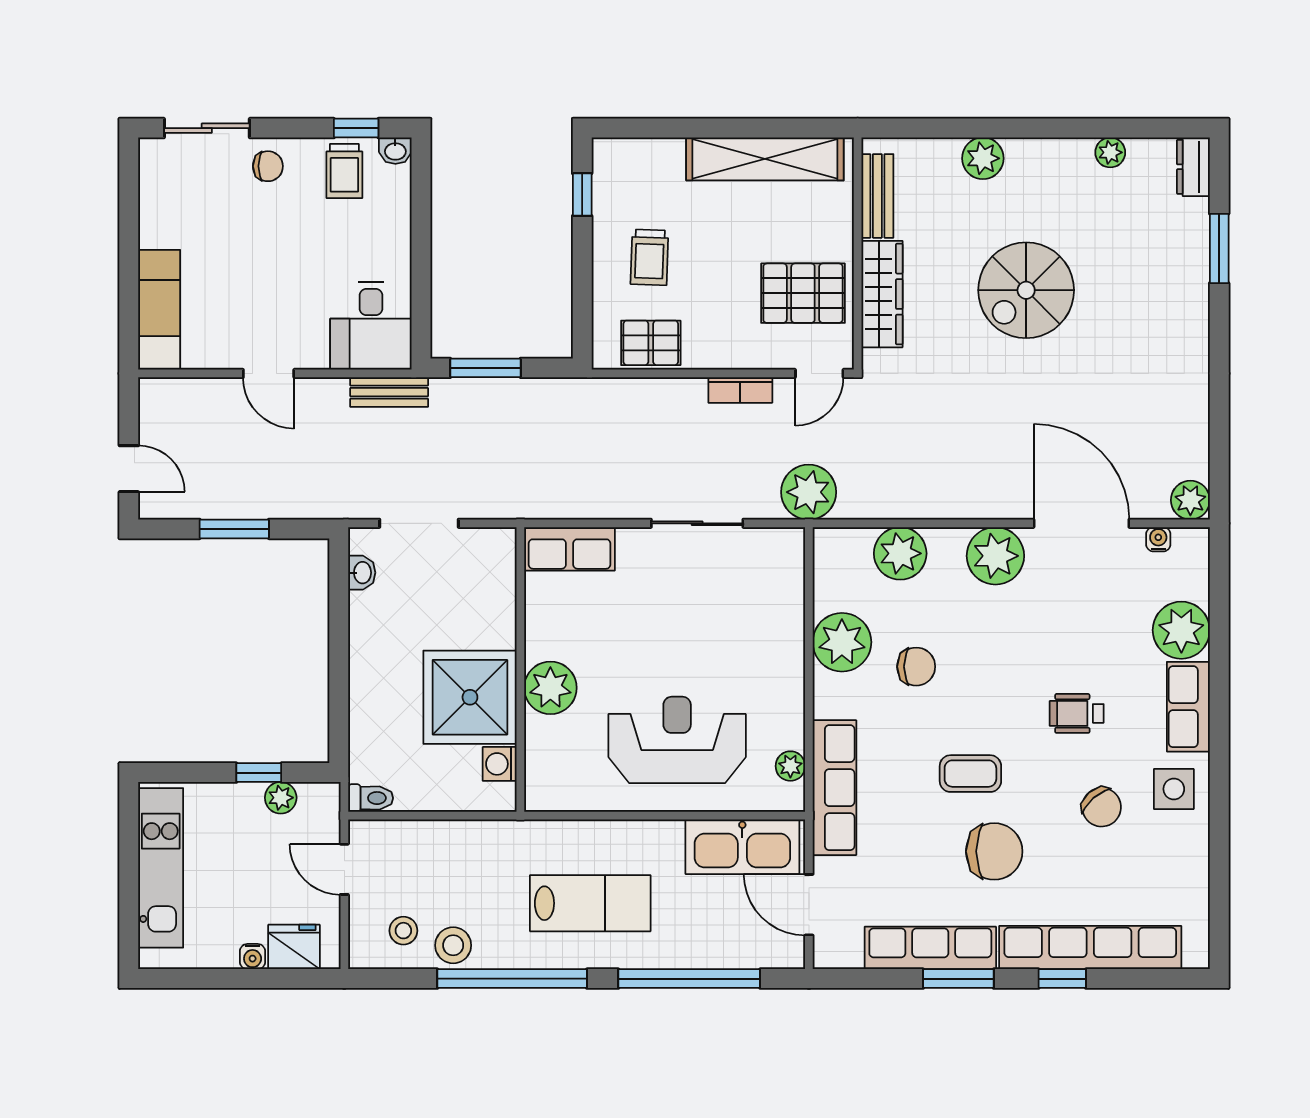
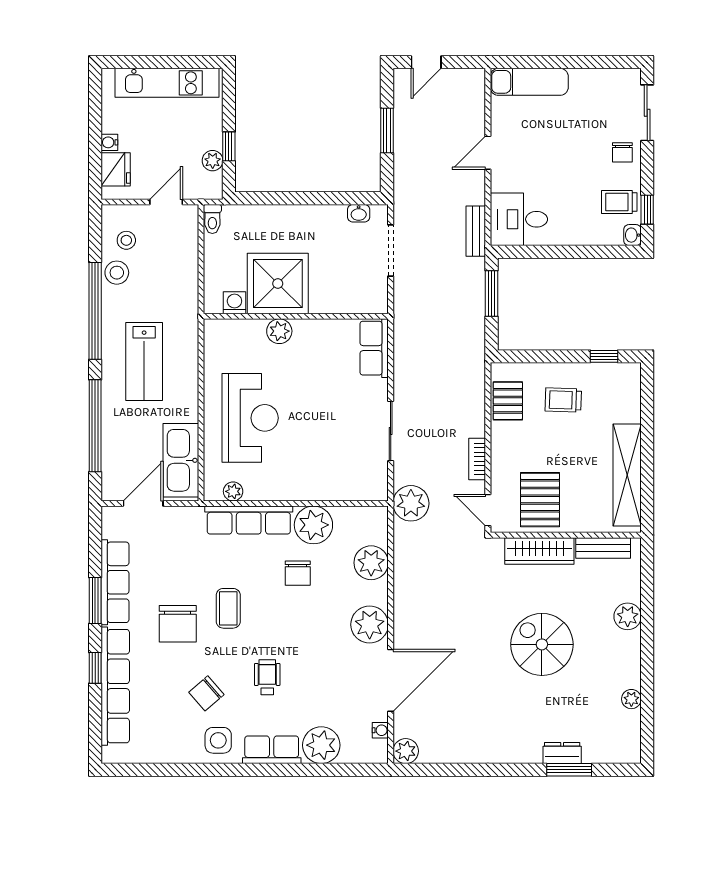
dresser: (1193, 167) -> (562, 753), moved
plant: (550, 688) -> (279, 331), width x0.73, depth x0.73
row of seats: (834, 788) -> (249, 520), moved

